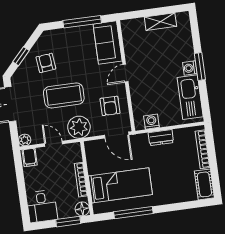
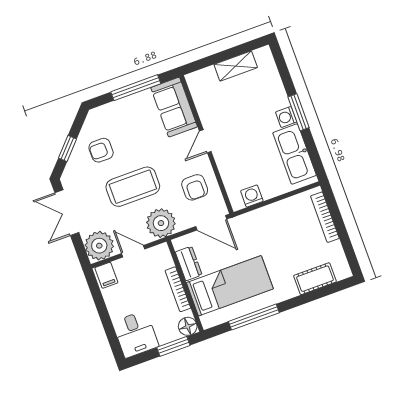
armchair: (46, 63) -> (101, 150), turned -84
dresser: (161, 138) -> (189, 263), moved, turned -90
plant: (25, 140) -> (99, 246), width x1.88, depth x1.88
cot: (204, 184) -> (315, 279), moved, turned 90

